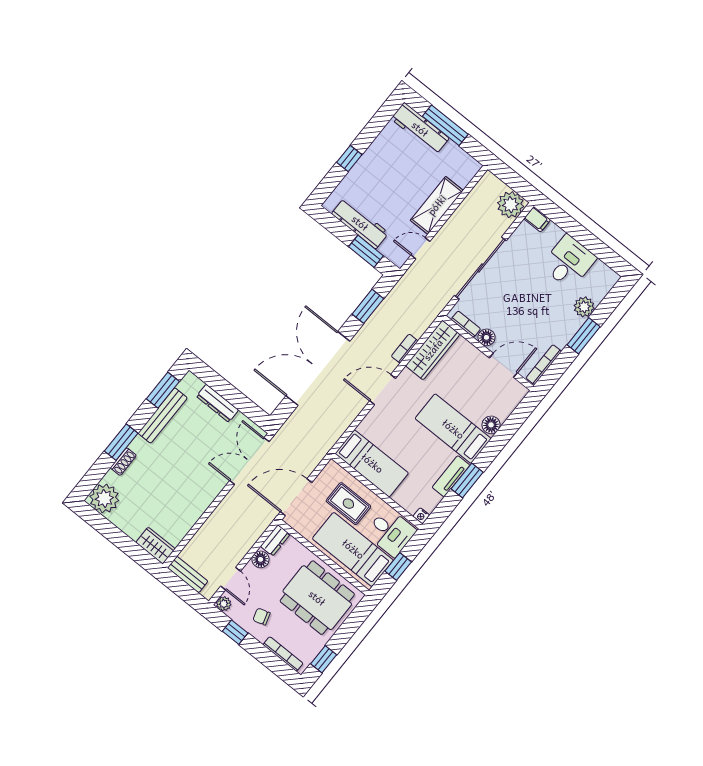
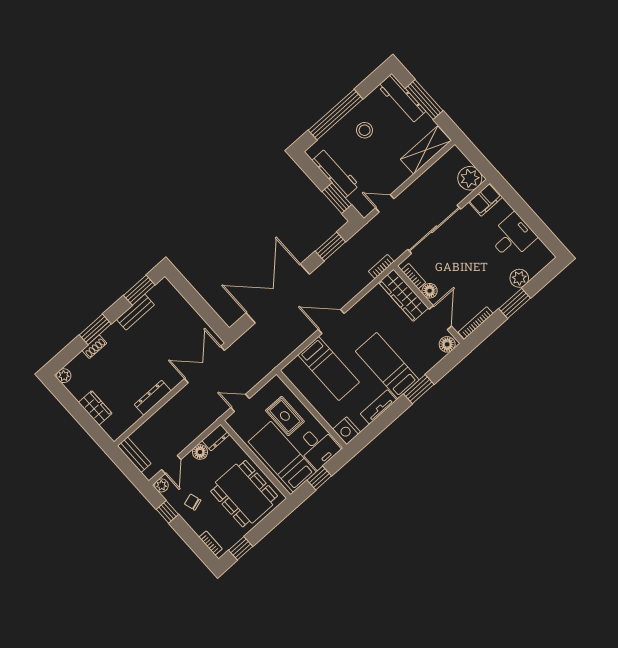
window: (349, 158) -> (336, 115), width x3.17
stool: (384, 171) -> (365, 130), added
shelving: (437, 205) -> (426, 150), moved
filing cabinet: (537, 219) -> (486, 200), width x2.00
bookcase: (405, 349) -> (381, 267), moved
wardrobe: (433, 350) -> (403, 295), moved, turned 90
door: (503, 365) -> (440, 318), hinge flipped
dresser: (217, 403) -> (153, 398), moved, turned 90
bench: (163, 415) -> (135, 312), width x0.73
floor lamp: (491, 425) -> (447, 344), moved
bed: (372, 463) -> (329, 369), moved
window: (467, 481) -> (419, 389), moved
door: (296, 497) -> (240, 403), width x0.53
plant: (104, 498) -> (64, 376), width x0.53, depth x0.53
nightstand: (421, 516) -> (347, 431), width x1.89, depth x1.79
wardrobe: (155, 546) -> (95, 408), moved
bookcase: (283, 654) -> (211, 543), width x0.64

